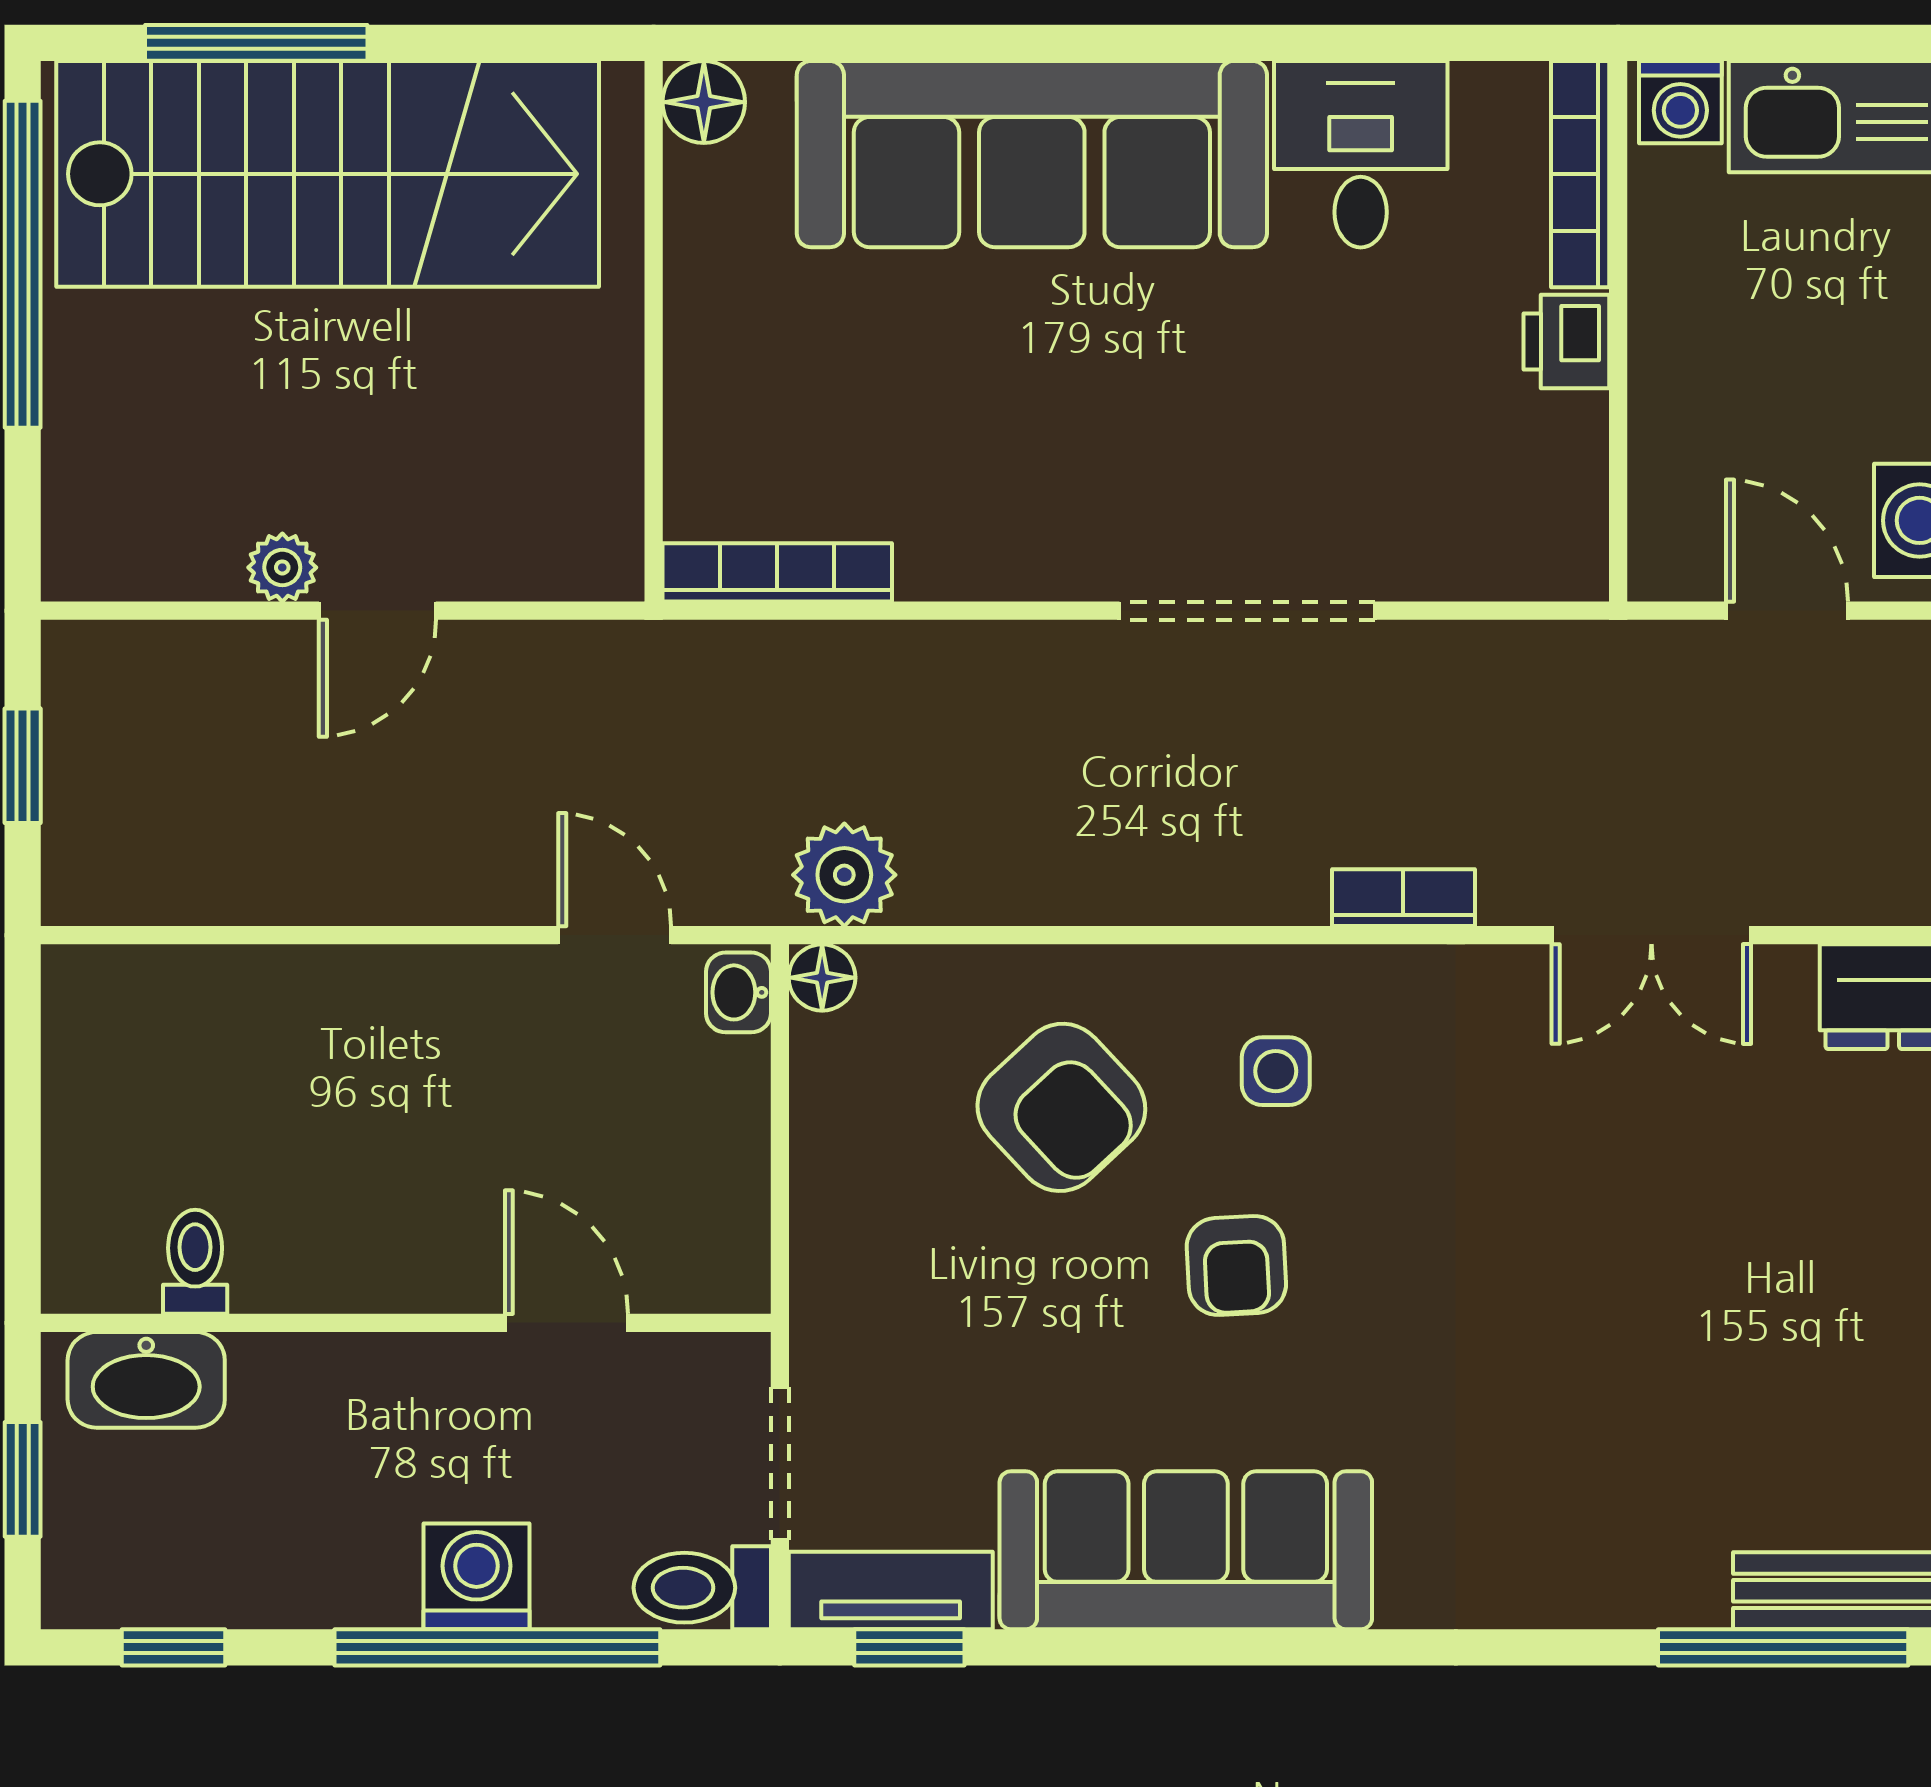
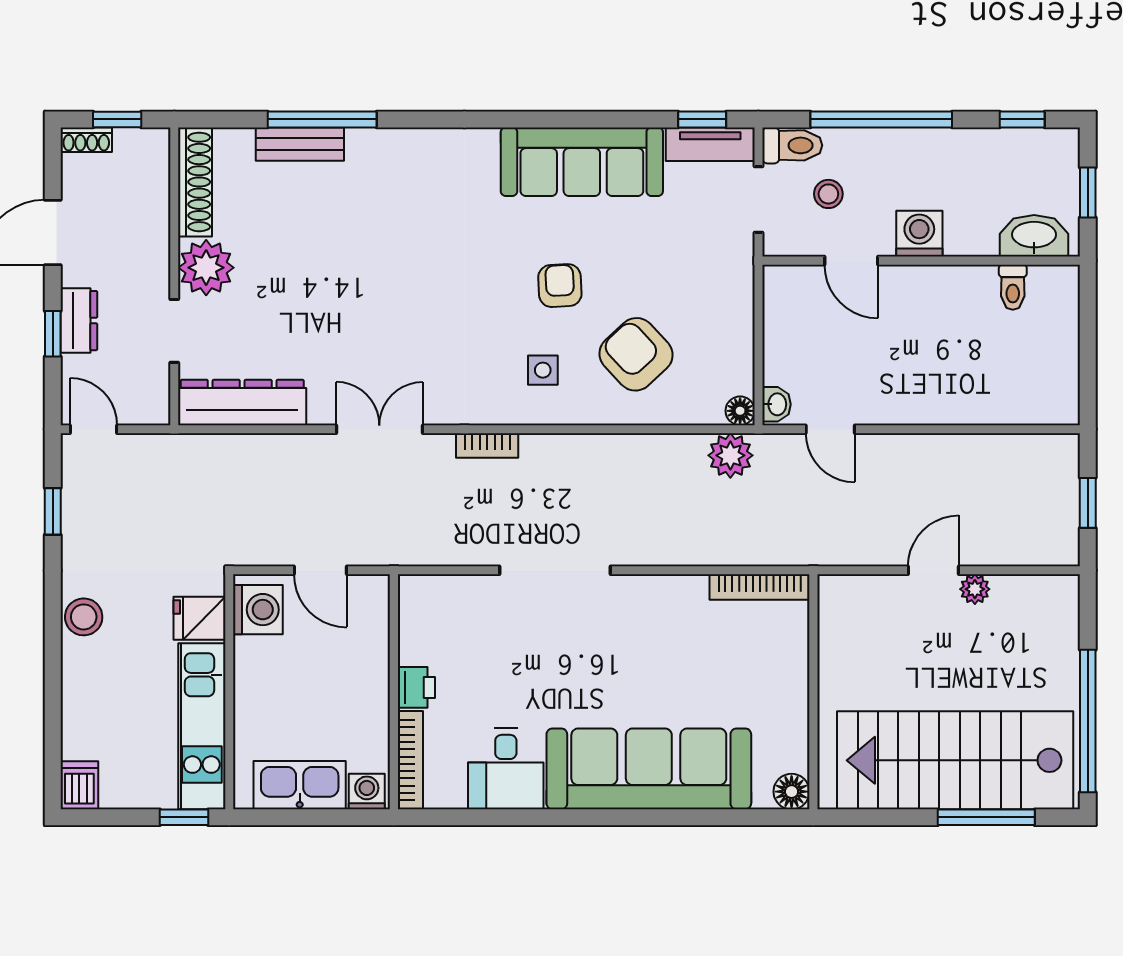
stool: (619, 1476) -> (828, 194), added
washing machine: (476, 1576) -> (919, 234), moved, turned 180

